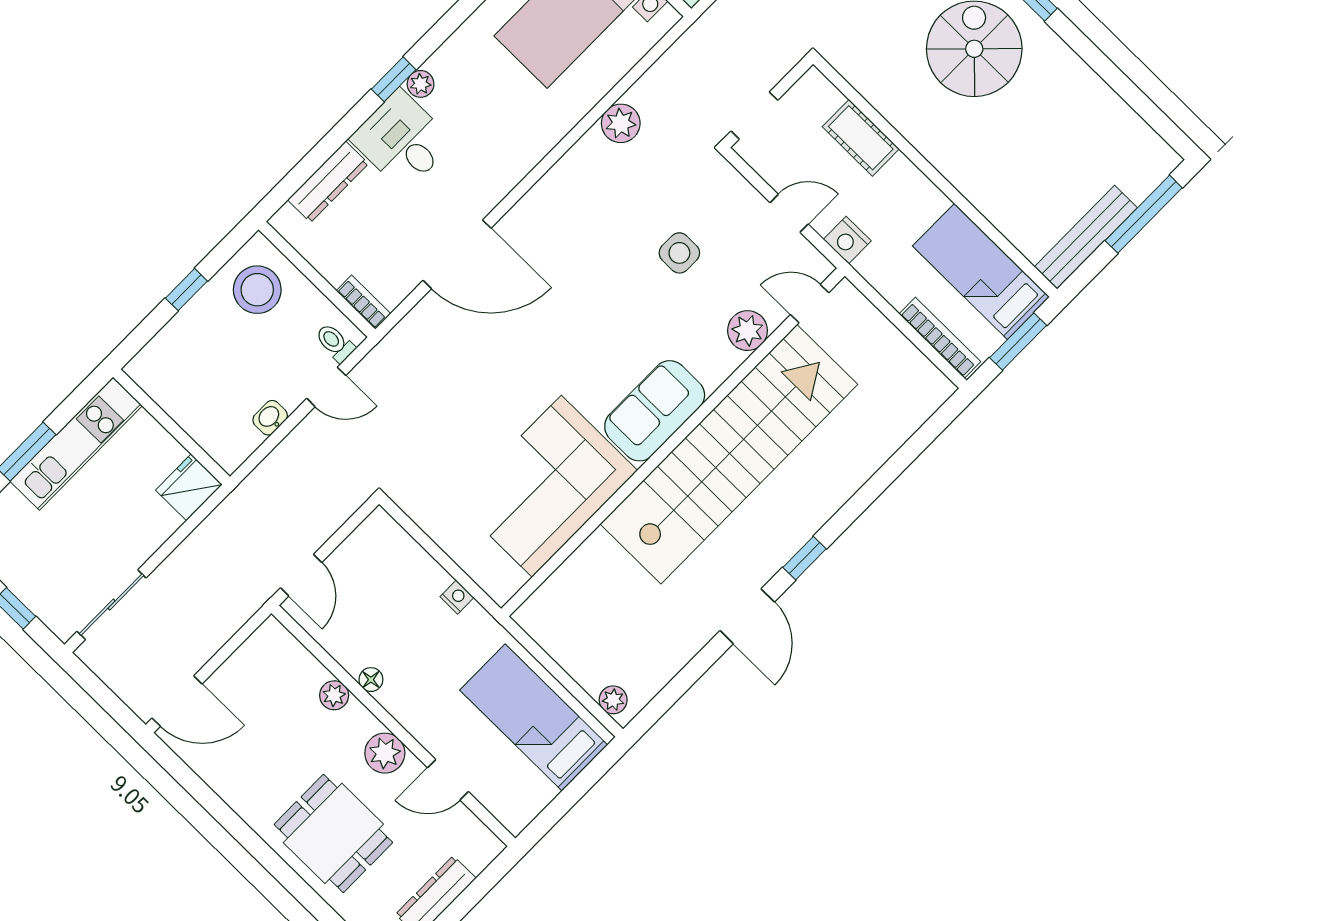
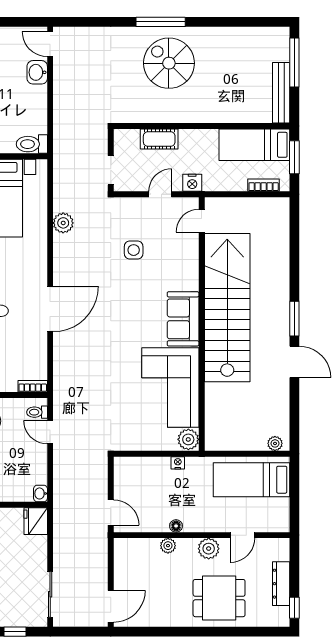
door: (457, 254) -> (50, 309), moved
plant: (748, 331) -> (188, 439), moved
bookcase: (940, 338) -> (264, 185), width x0.64
door: (326, 387) -> (50, 432), swing flipped
washbasin: (270, 418) -> (40, 493), moved
window: (804, 558) -> (294, 319), width x1.50

